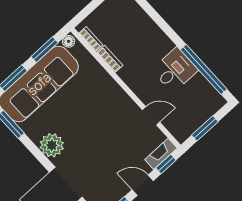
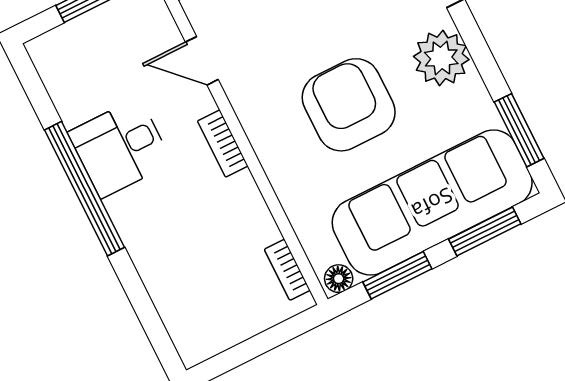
bookcase: (110, 59) -> (223, 143), moved
window: (204, 69) -> (85, 189), moved
armchair: (85, 115) -> (349, 105), added

